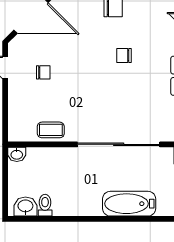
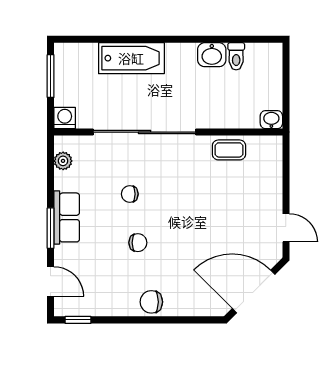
chair: (43, 72) -> (130, 194), moved
washbasin: (25, 206) -> (212, 55), moved

